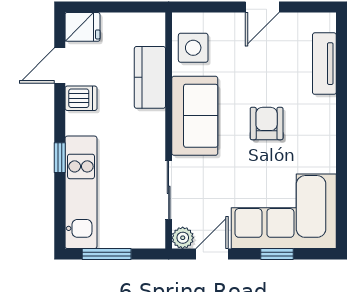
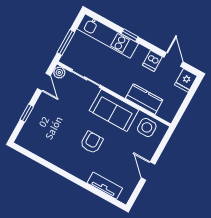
armchair: (267, 124) -> (91, 142), turned -90
corner sofa: (284, 211) -> (45, 127), removed
window: (107, 254) -> (66, 42), moved

